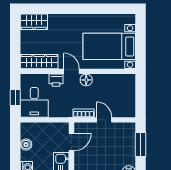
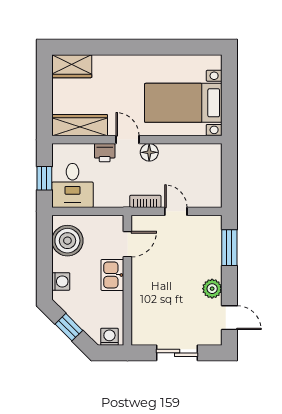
boiler: (26, 145) -> (67, 241), width x1.86, depth x1.86

